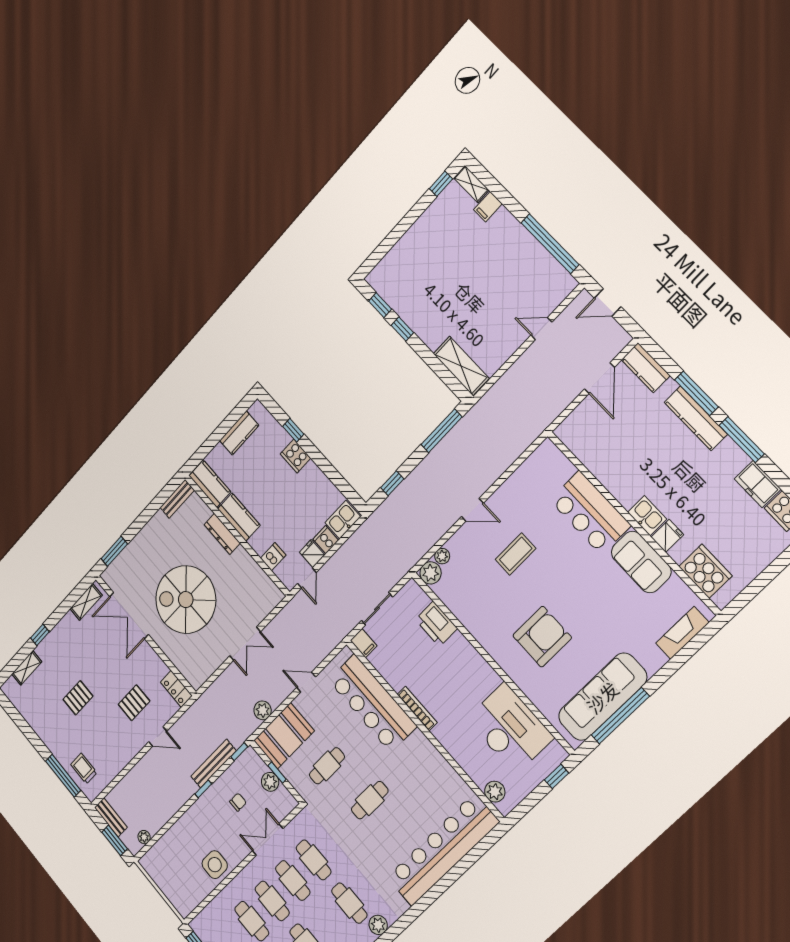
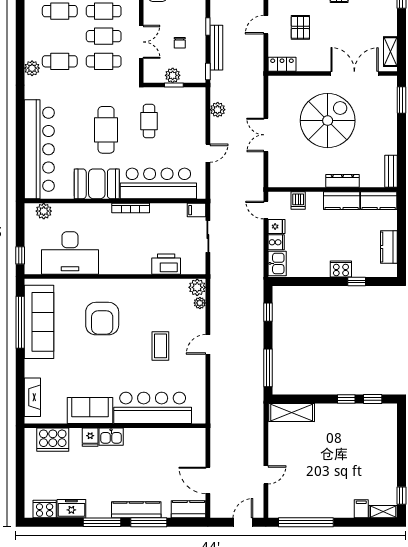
bar counter: (590, 513) -> (153, 408), width x1.36
booth: (284, 736) -> (97, 184), moved, turned 90
cafe table: (370, 800) -> (106, 130), width x1.37, depth x1.35

